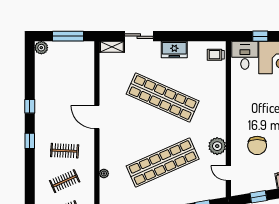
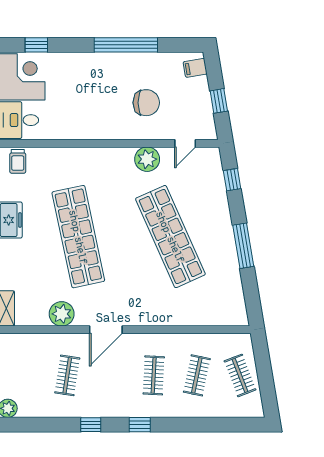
clothes rail: (65, 90) -> (67, 375), added
shop shelf: (163, 97) -> (78, 237), turned -36
plant: (104, 173) -> (62, 314), moved, width x1.88, depth x1.88
clothes rail: (65, 181) -> (197, 375), turned 36

